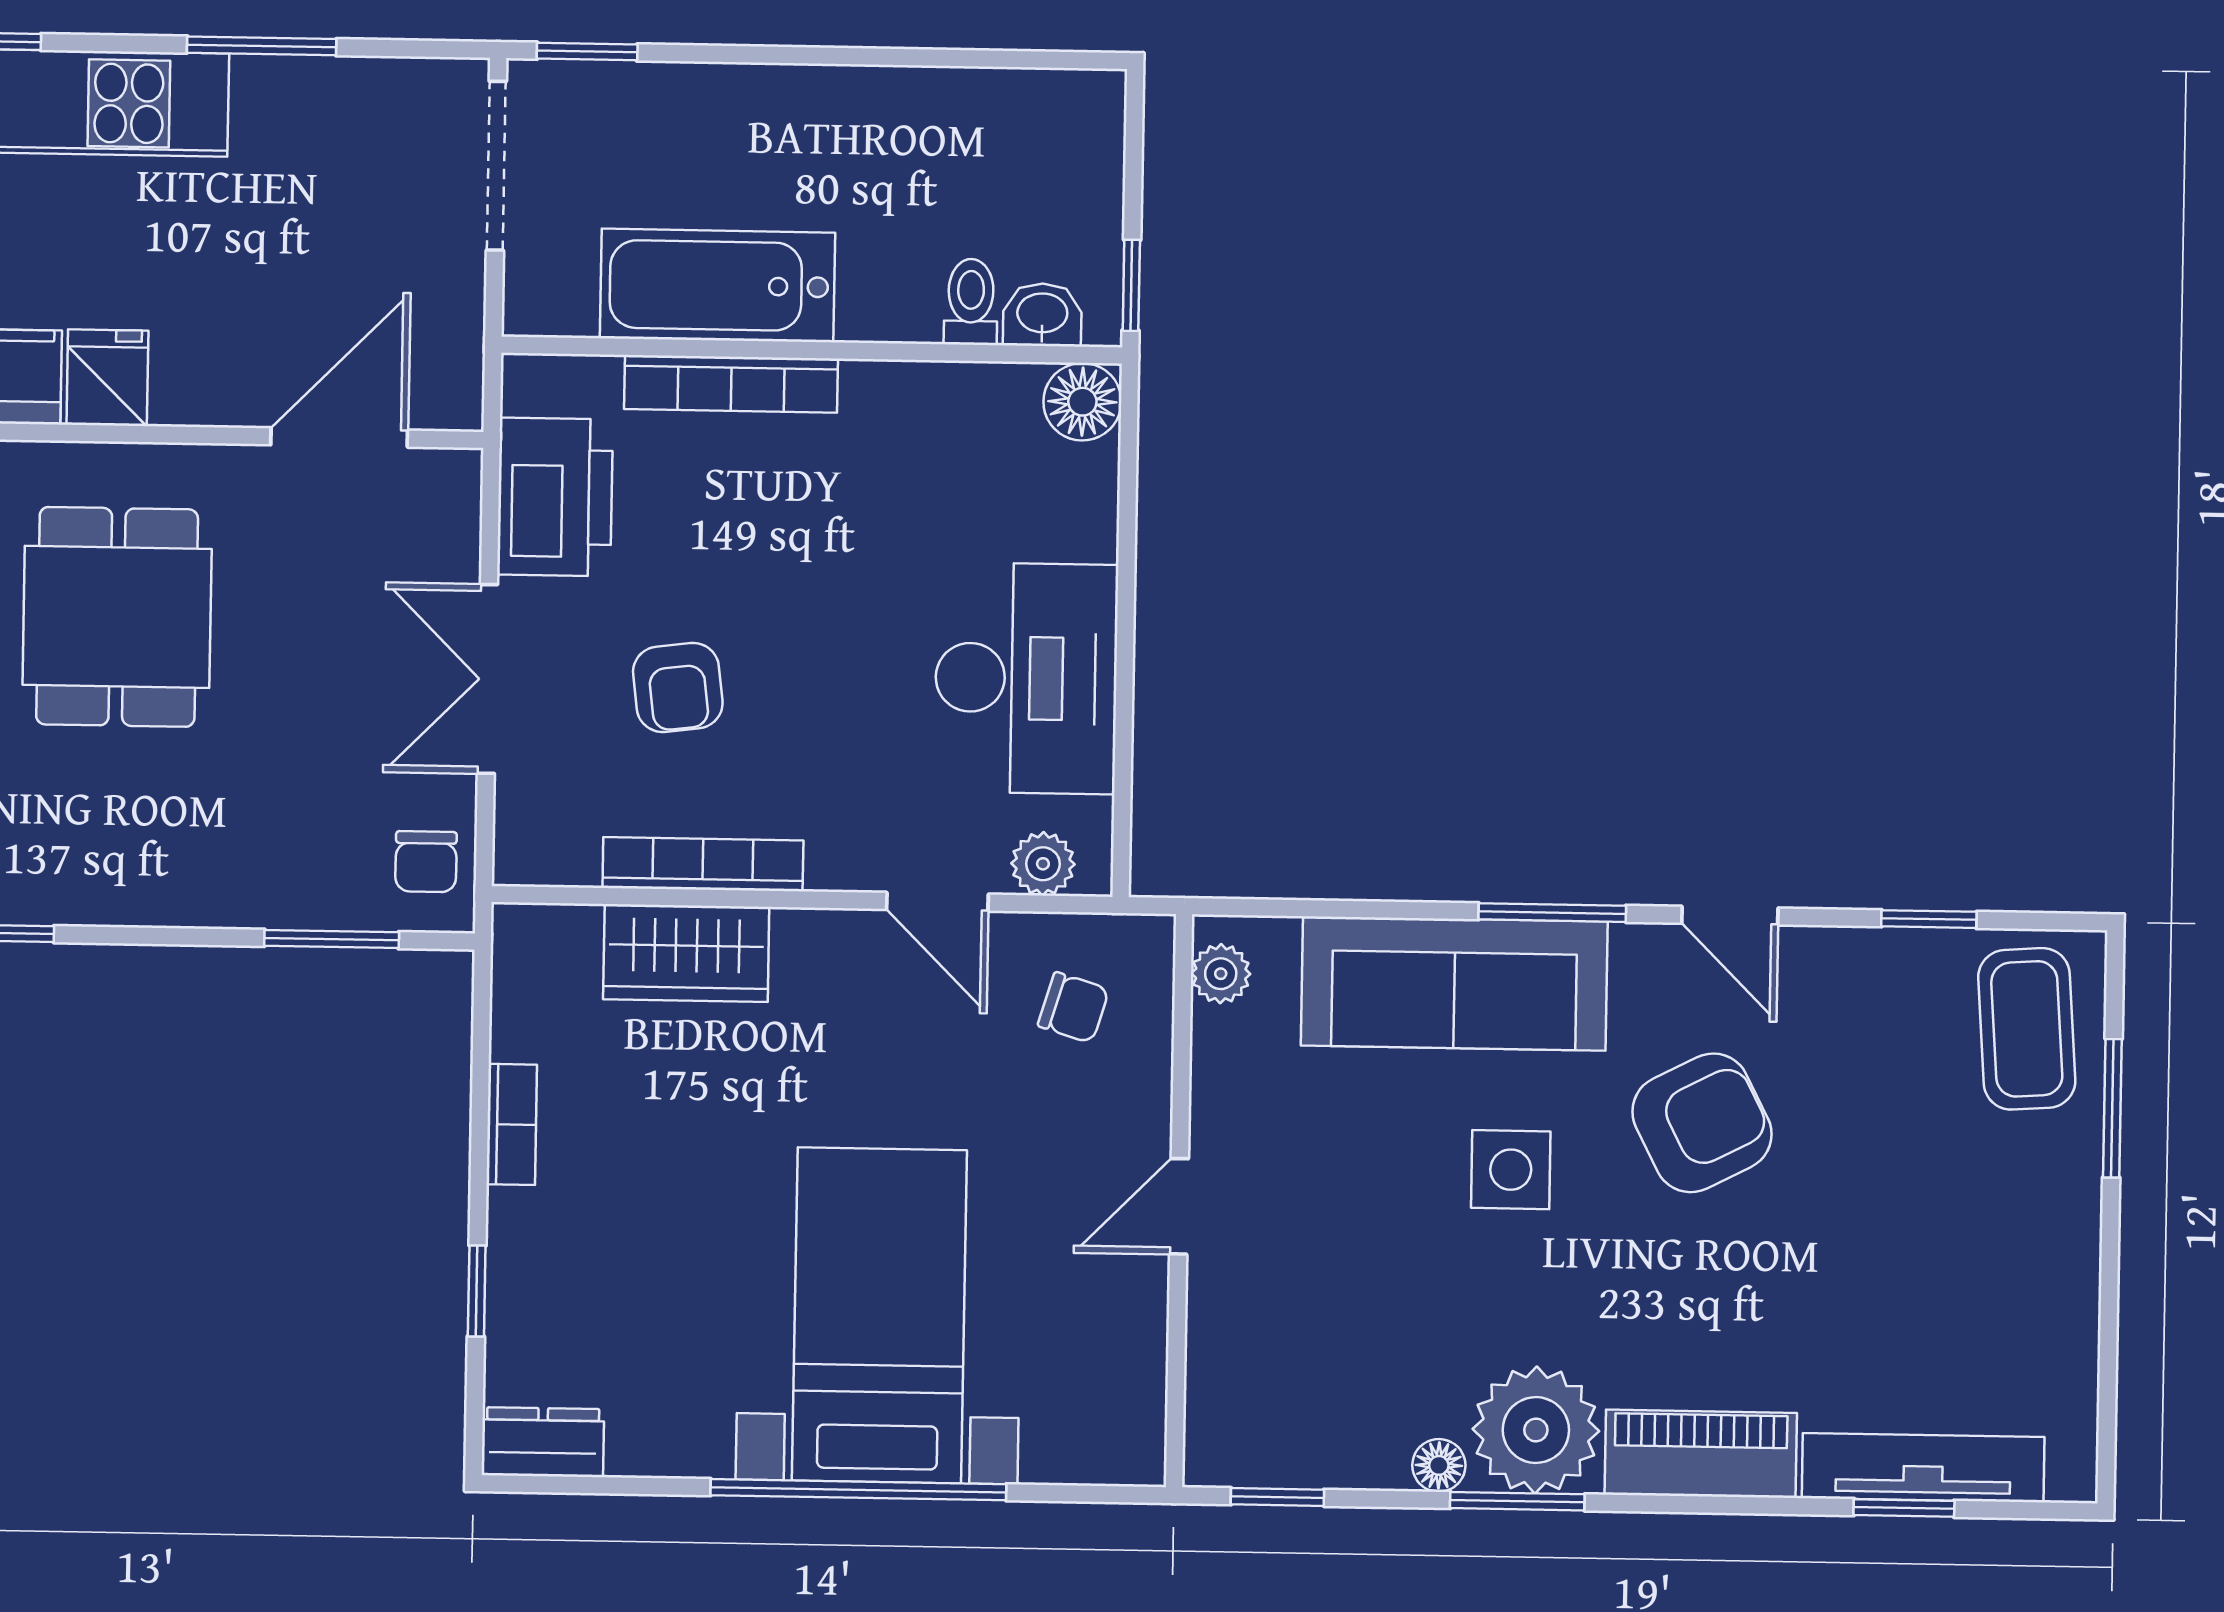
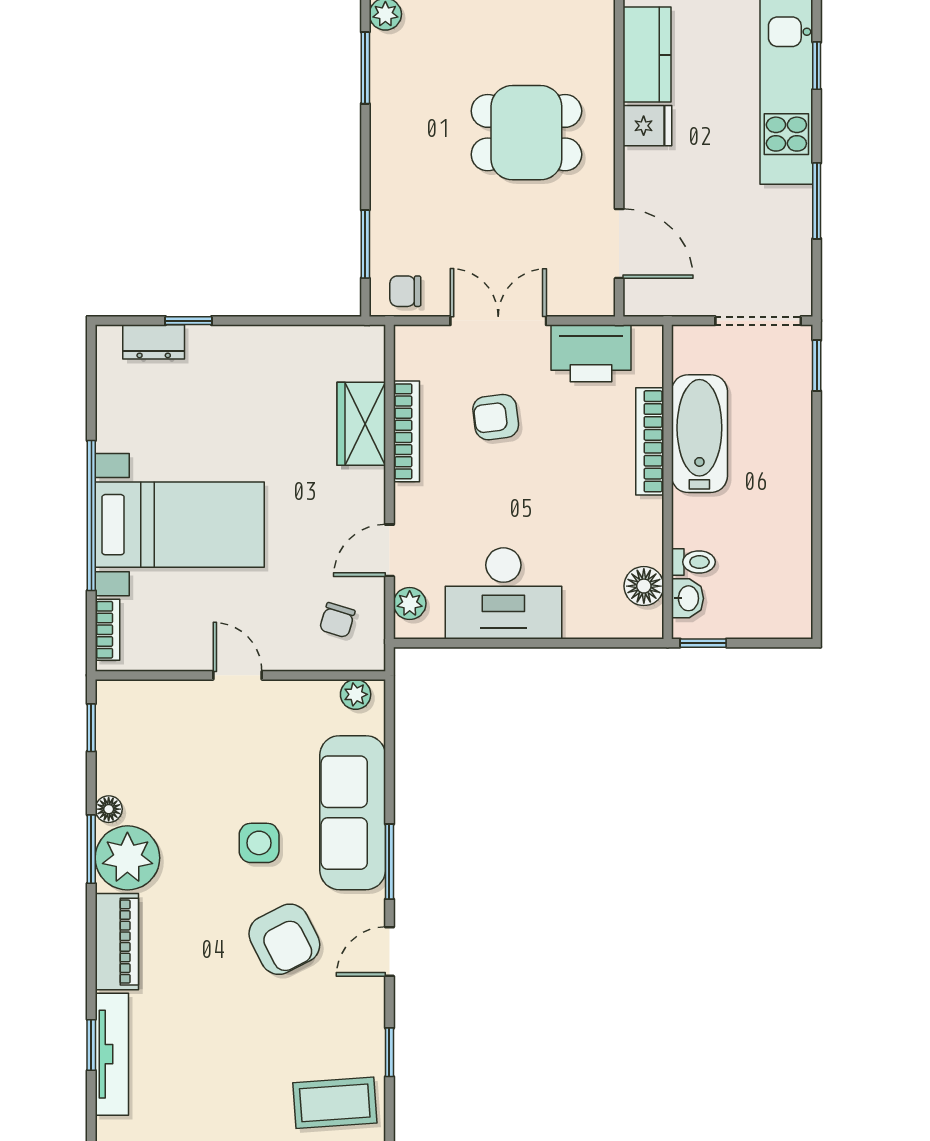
floor lamp: (1082, 402) -> (644, 586), moved
bookcase: (512, 1124) -> (108, 630), moved, turned -90
dresser: (543, 1442) -> (154, 342), moved, turned 90

